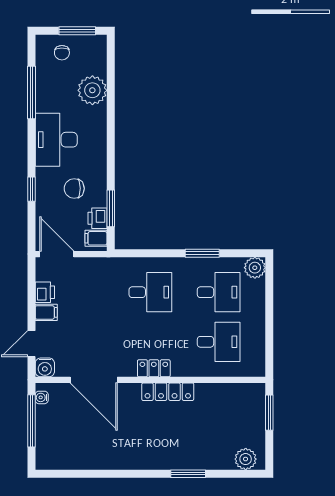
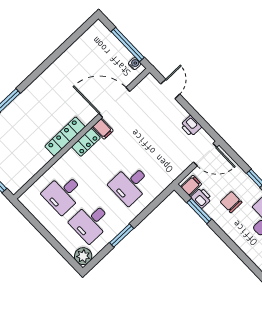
chair: (74, 188) -> (231, 202), turned -90
filing cabinet: (46, 312) -> (103, 129), moved, turned -90
water cooler: (45, 367) -> (149, 83), removed

